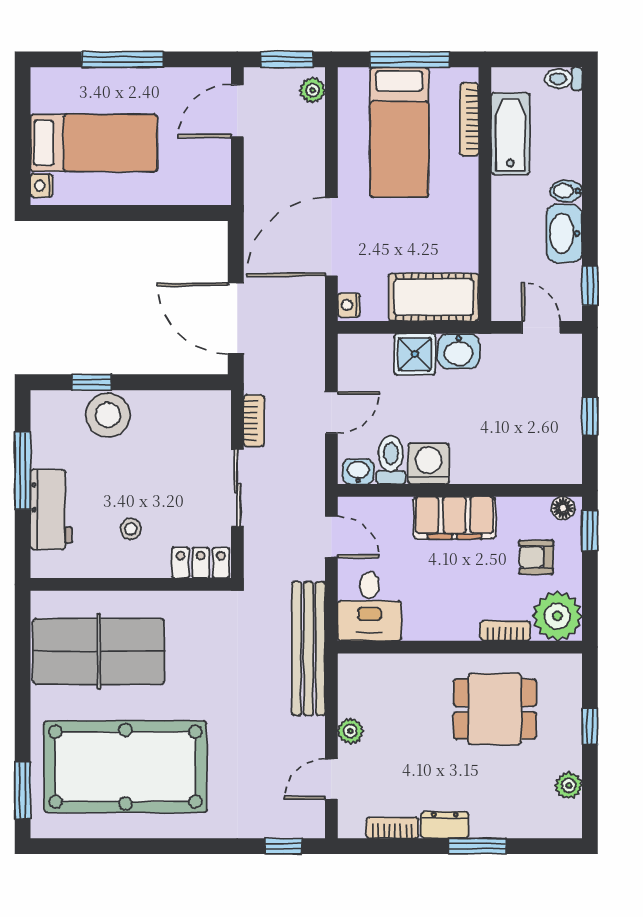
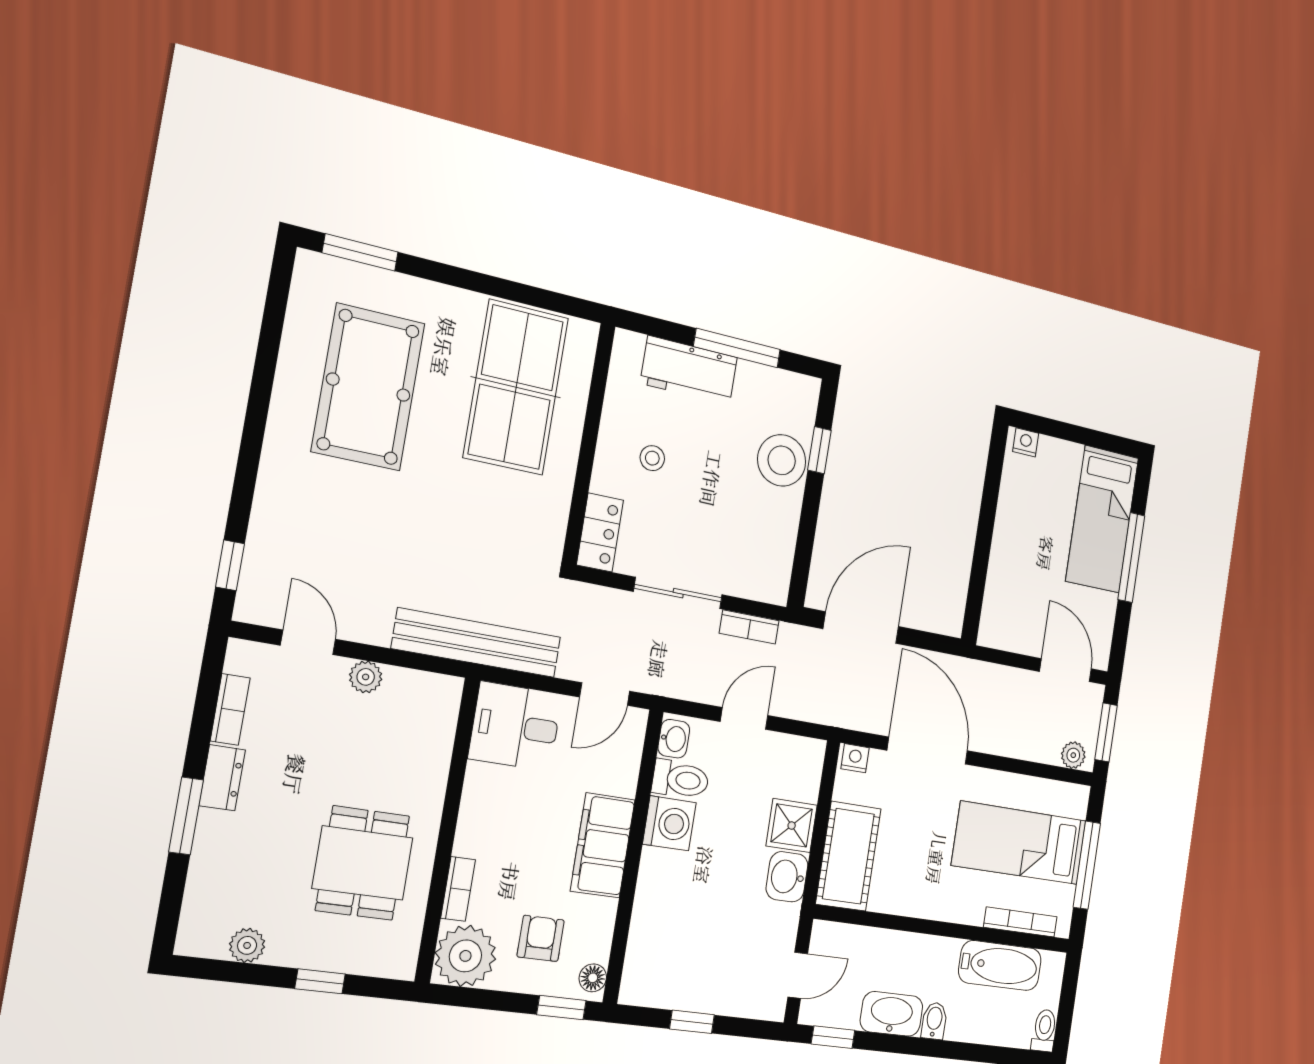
bed: (94, 143) -> (1102, 519), moved
door: (331, 412) -> (744, 718), swing flipped
pool table: (125, 767) -> (368, 387), width x0.73, depth x0.76

